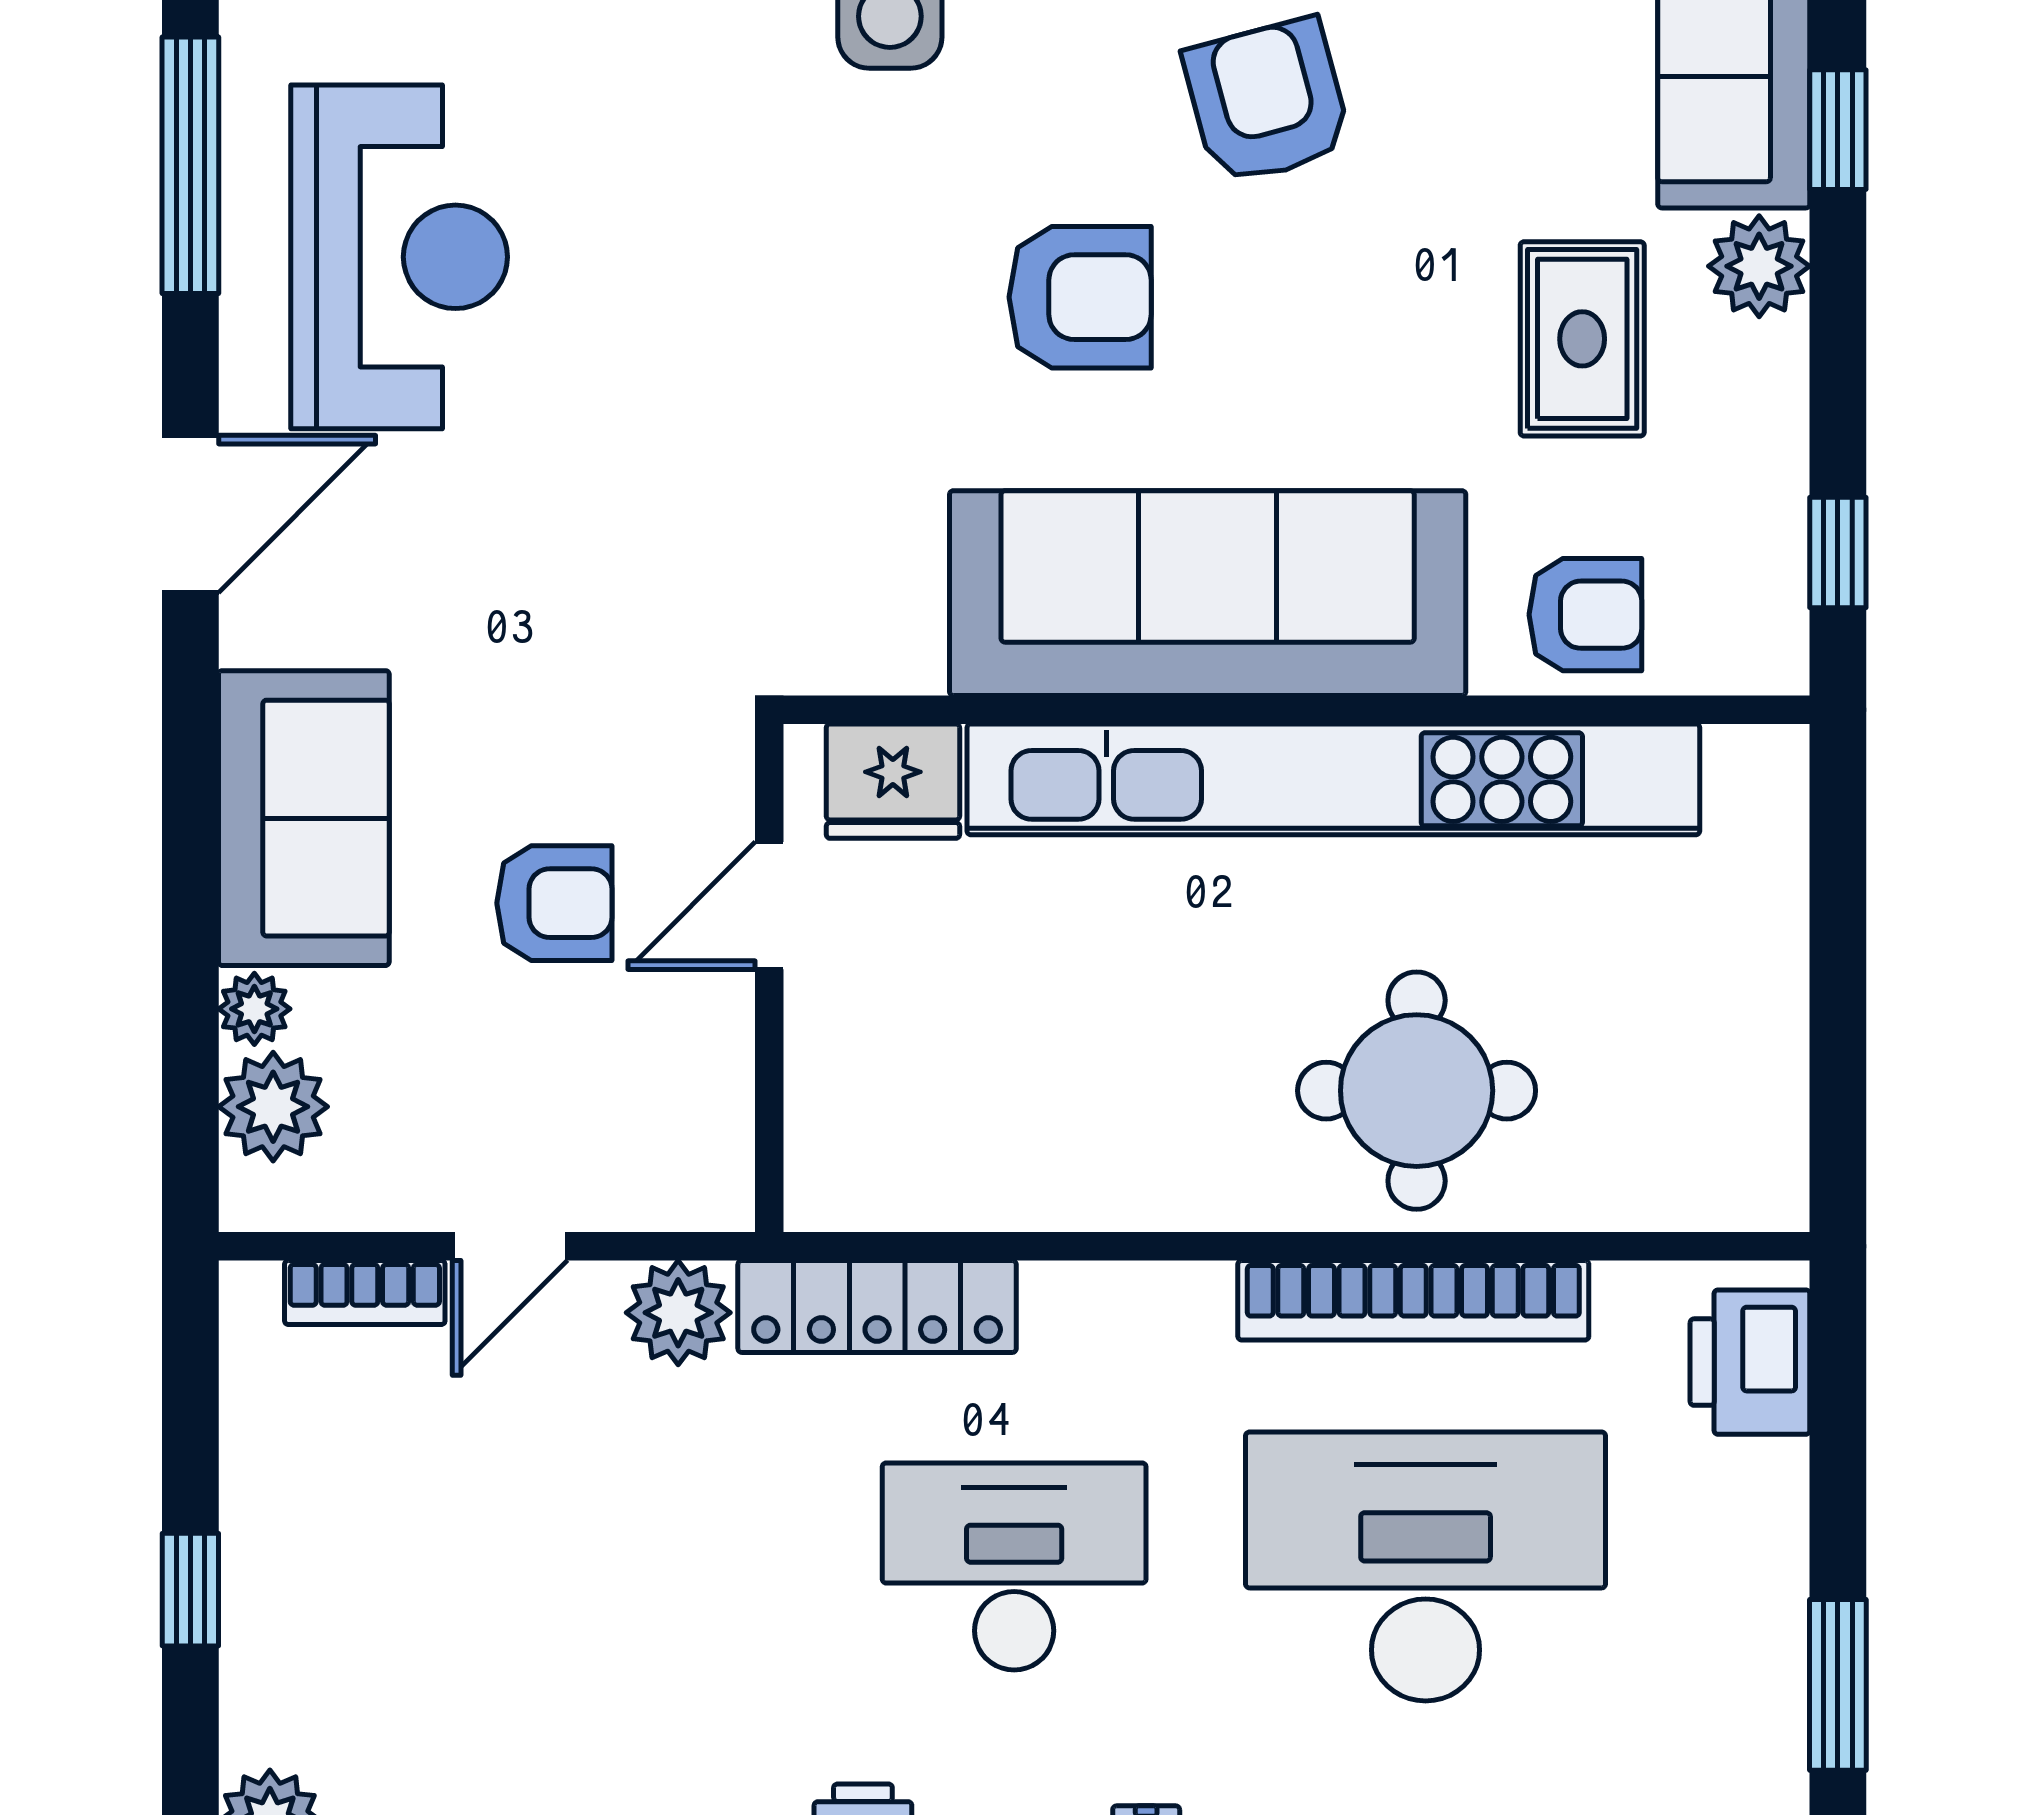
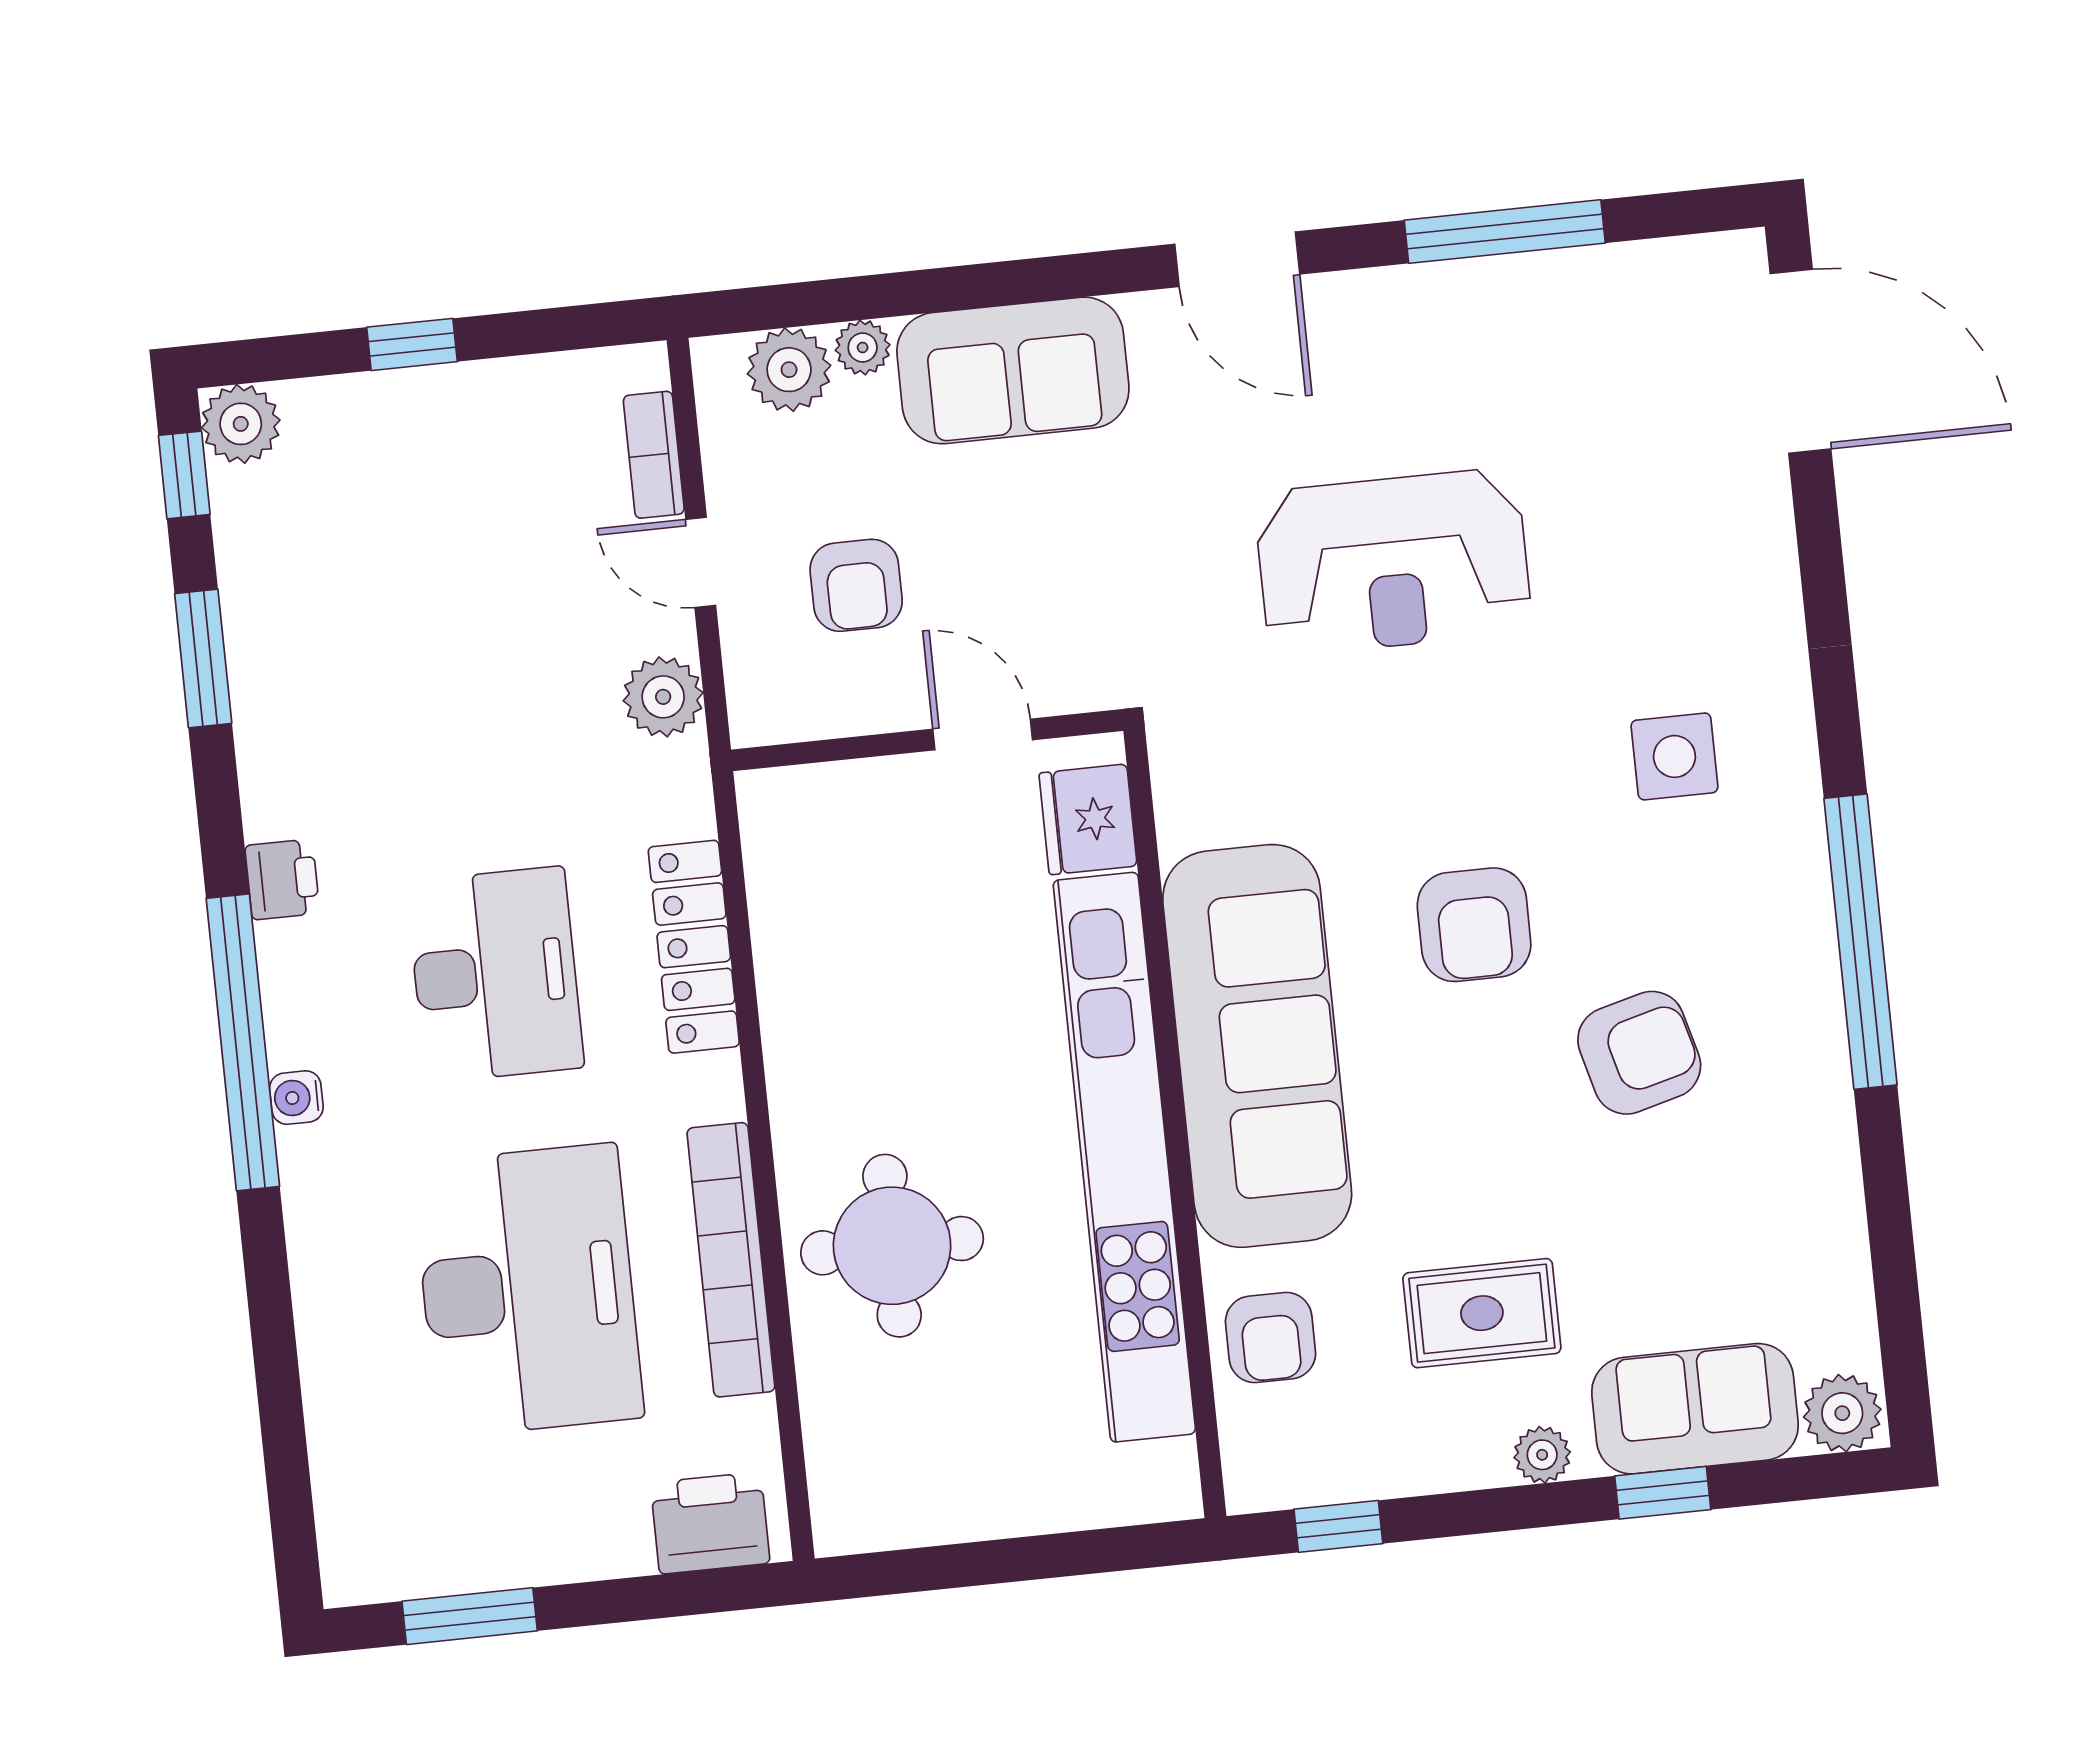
reception desk: (399, 257) -> (1393, 562), moved
plant: (1759, 266) -> (1542, 1455), width x0.73, depth x0.73
armchair: (554, 903) -> (856, 585), moved
locker: (877, 1307) -> (694, 947), moved

